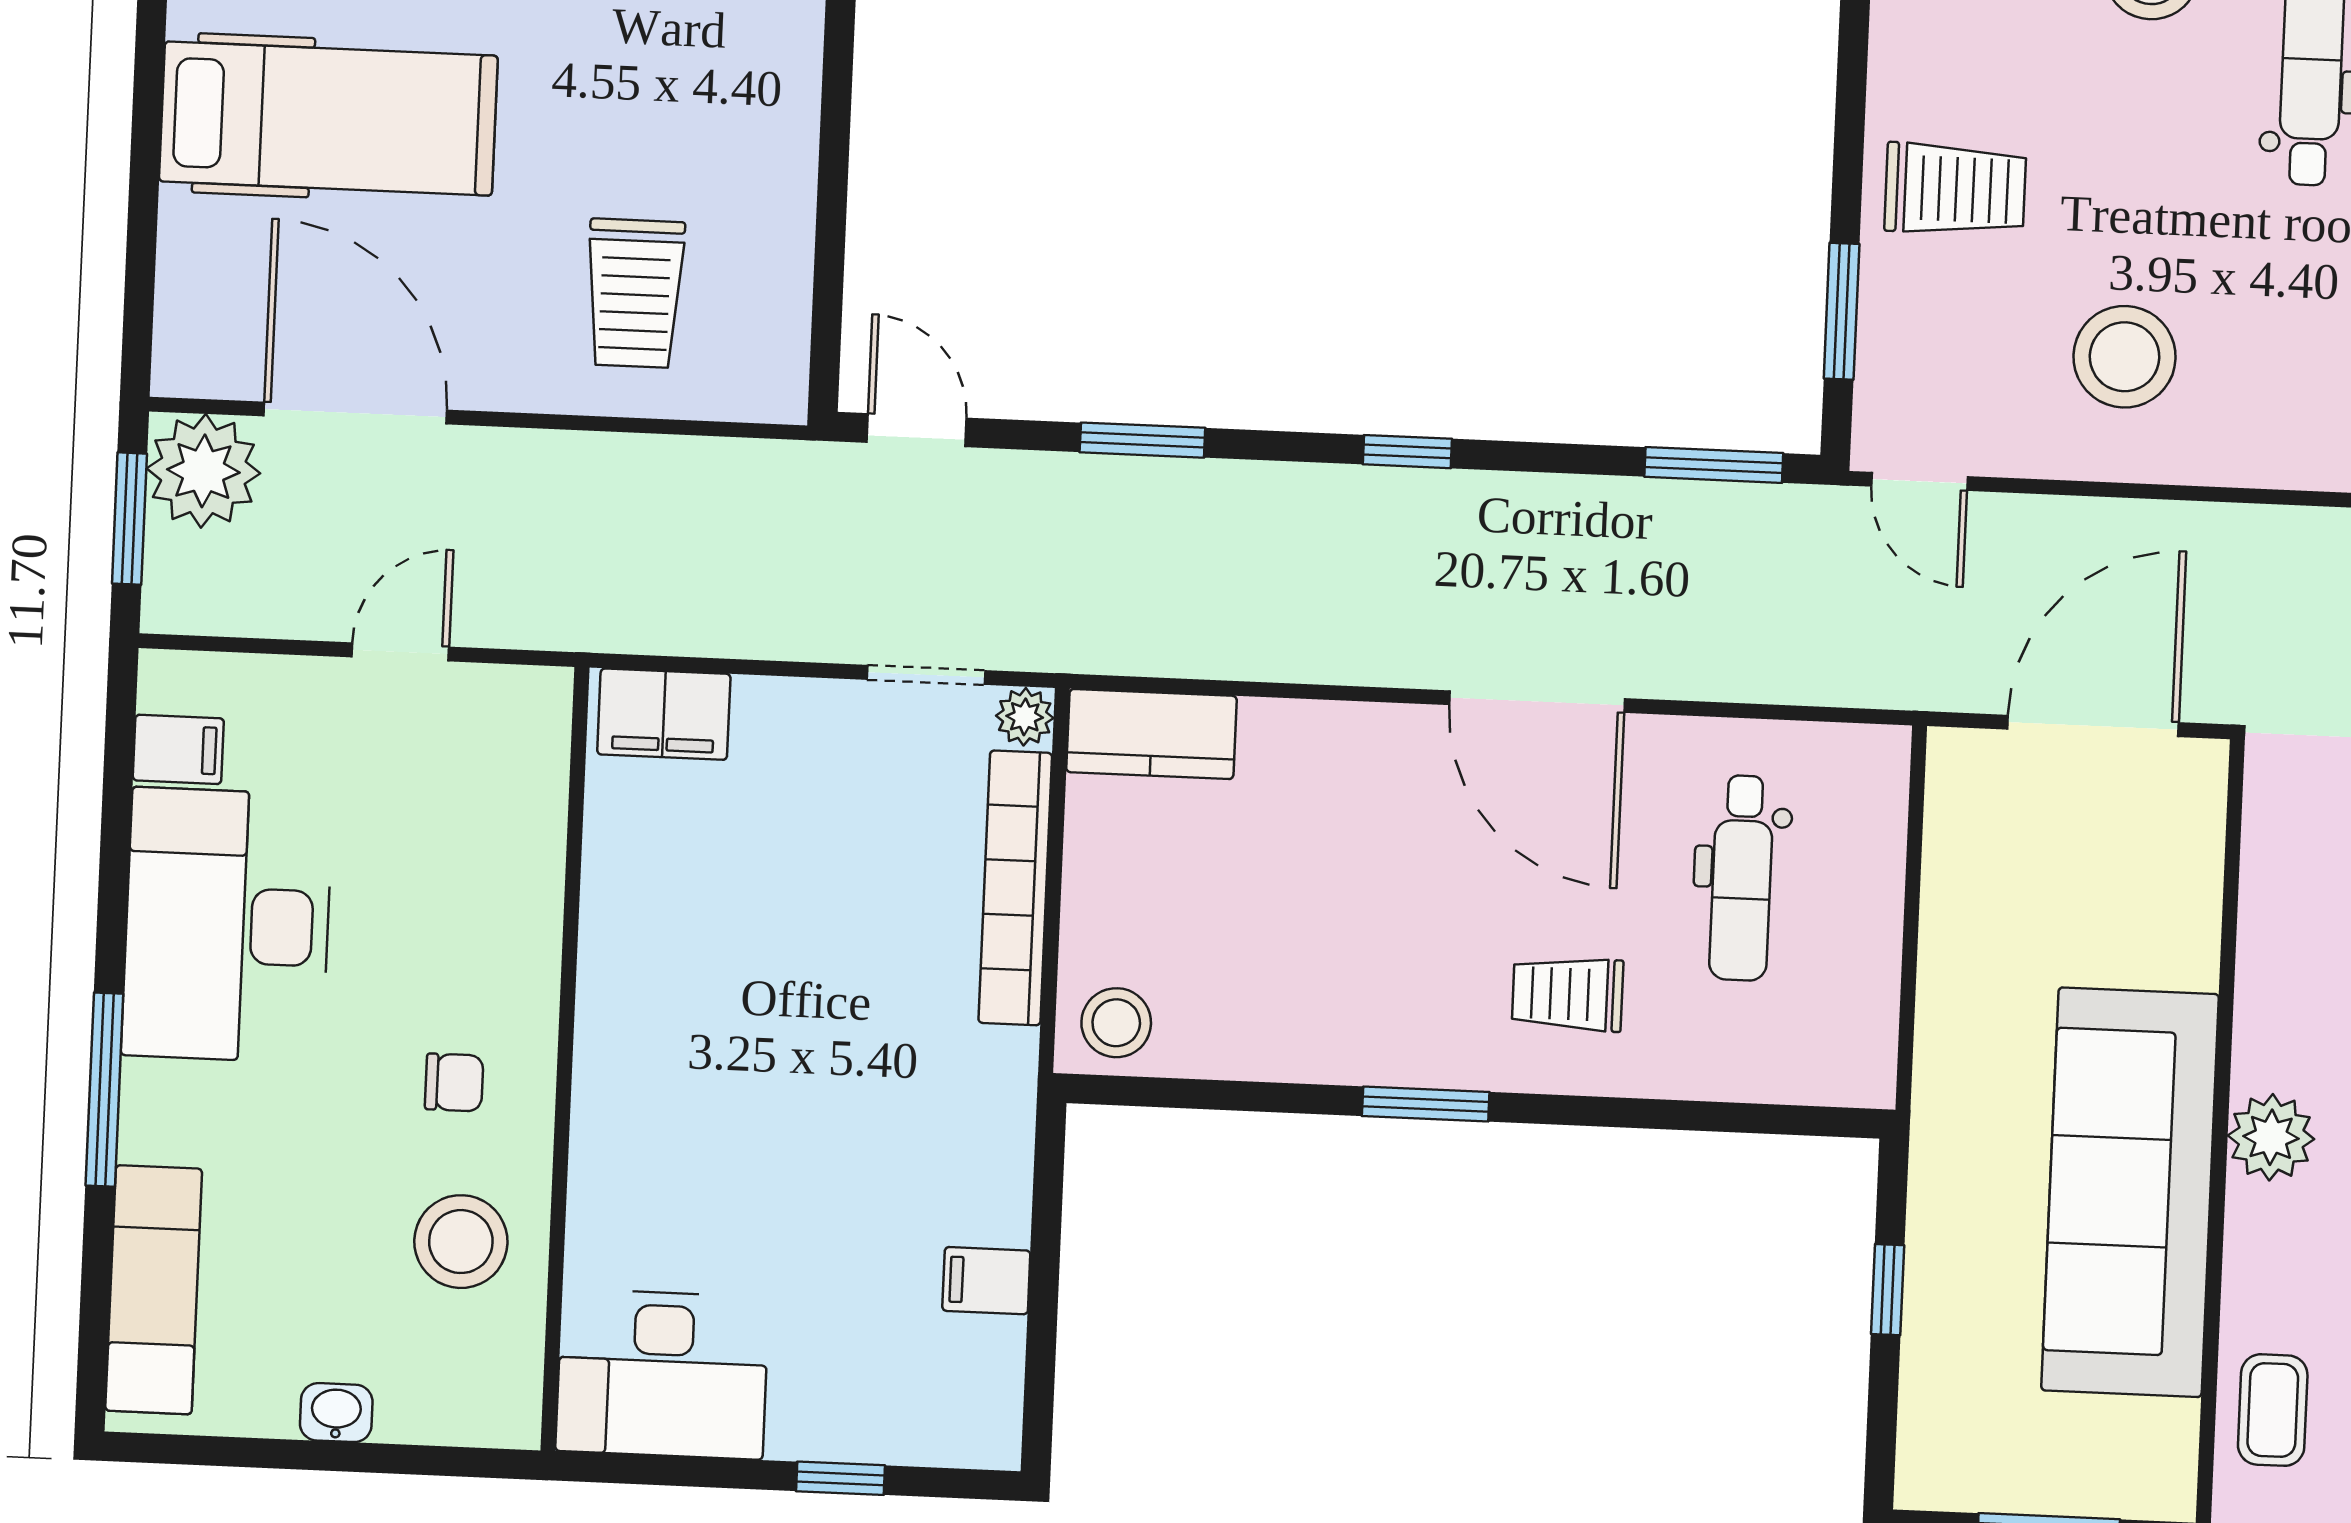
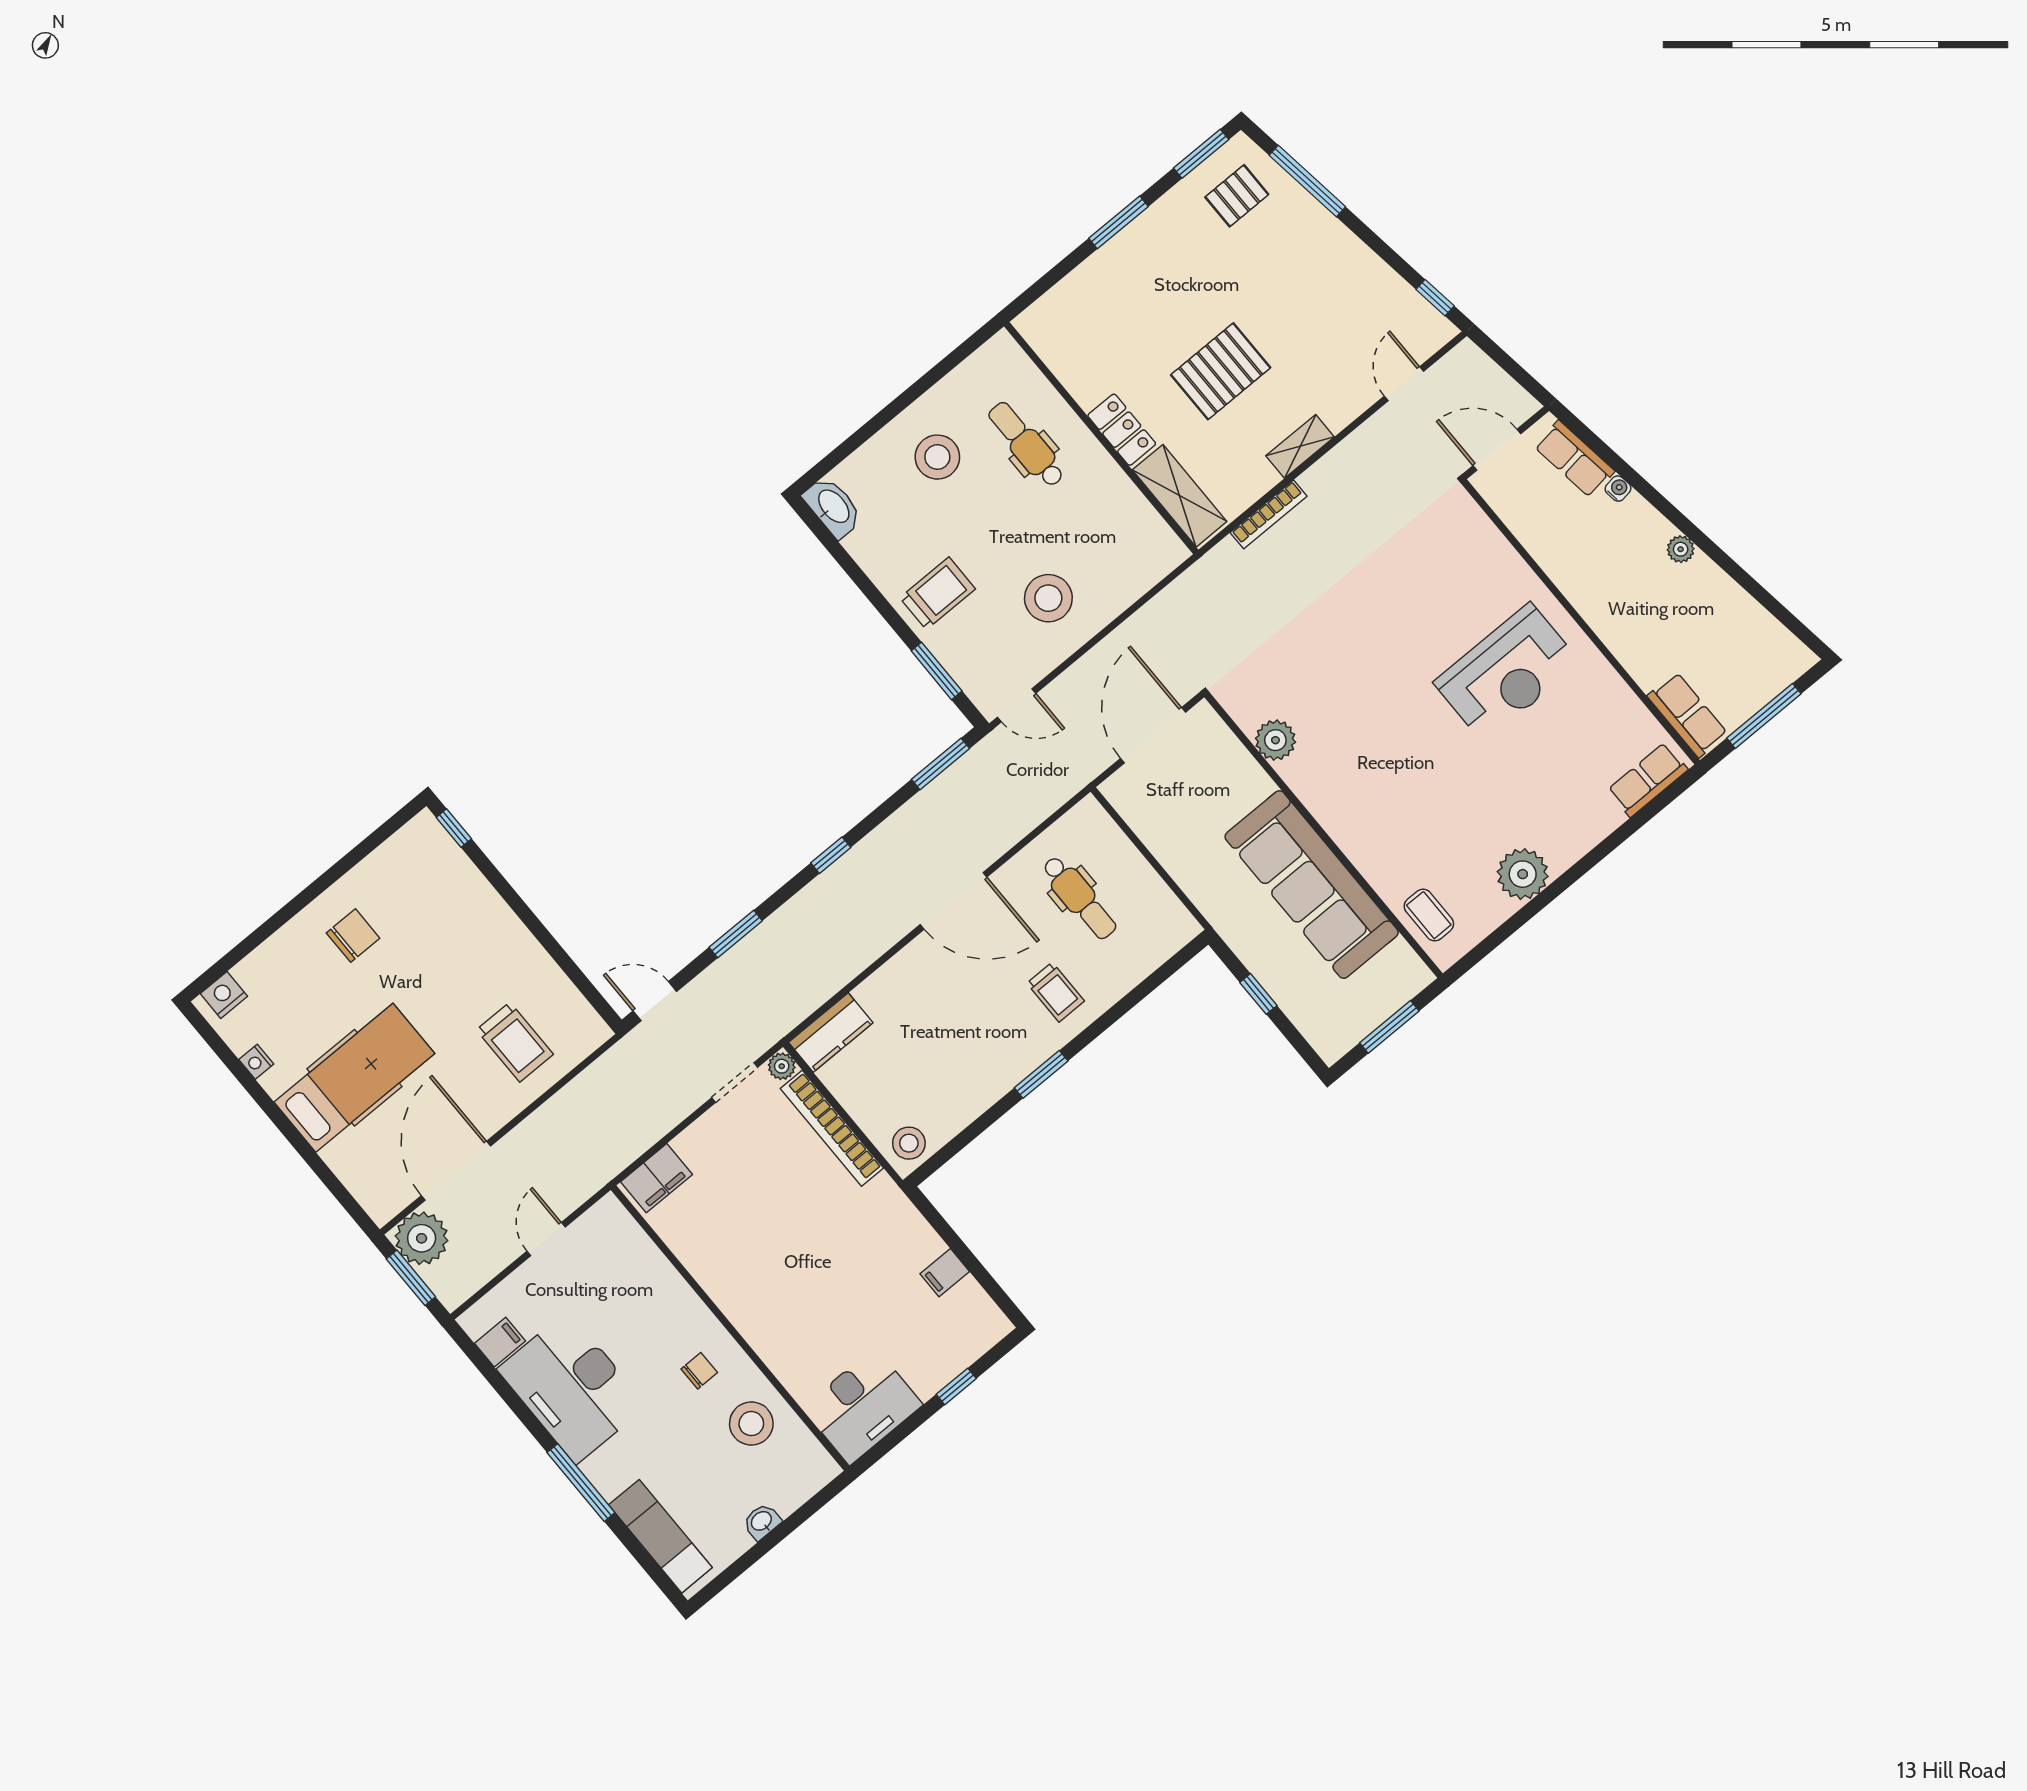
door: (355, 413) -> (456, 1171), hinge flipped
trolley: (1568, 994) -> (1056, 992), turned -90
plant: (2271, 1137) -> (1275, 740), moved

